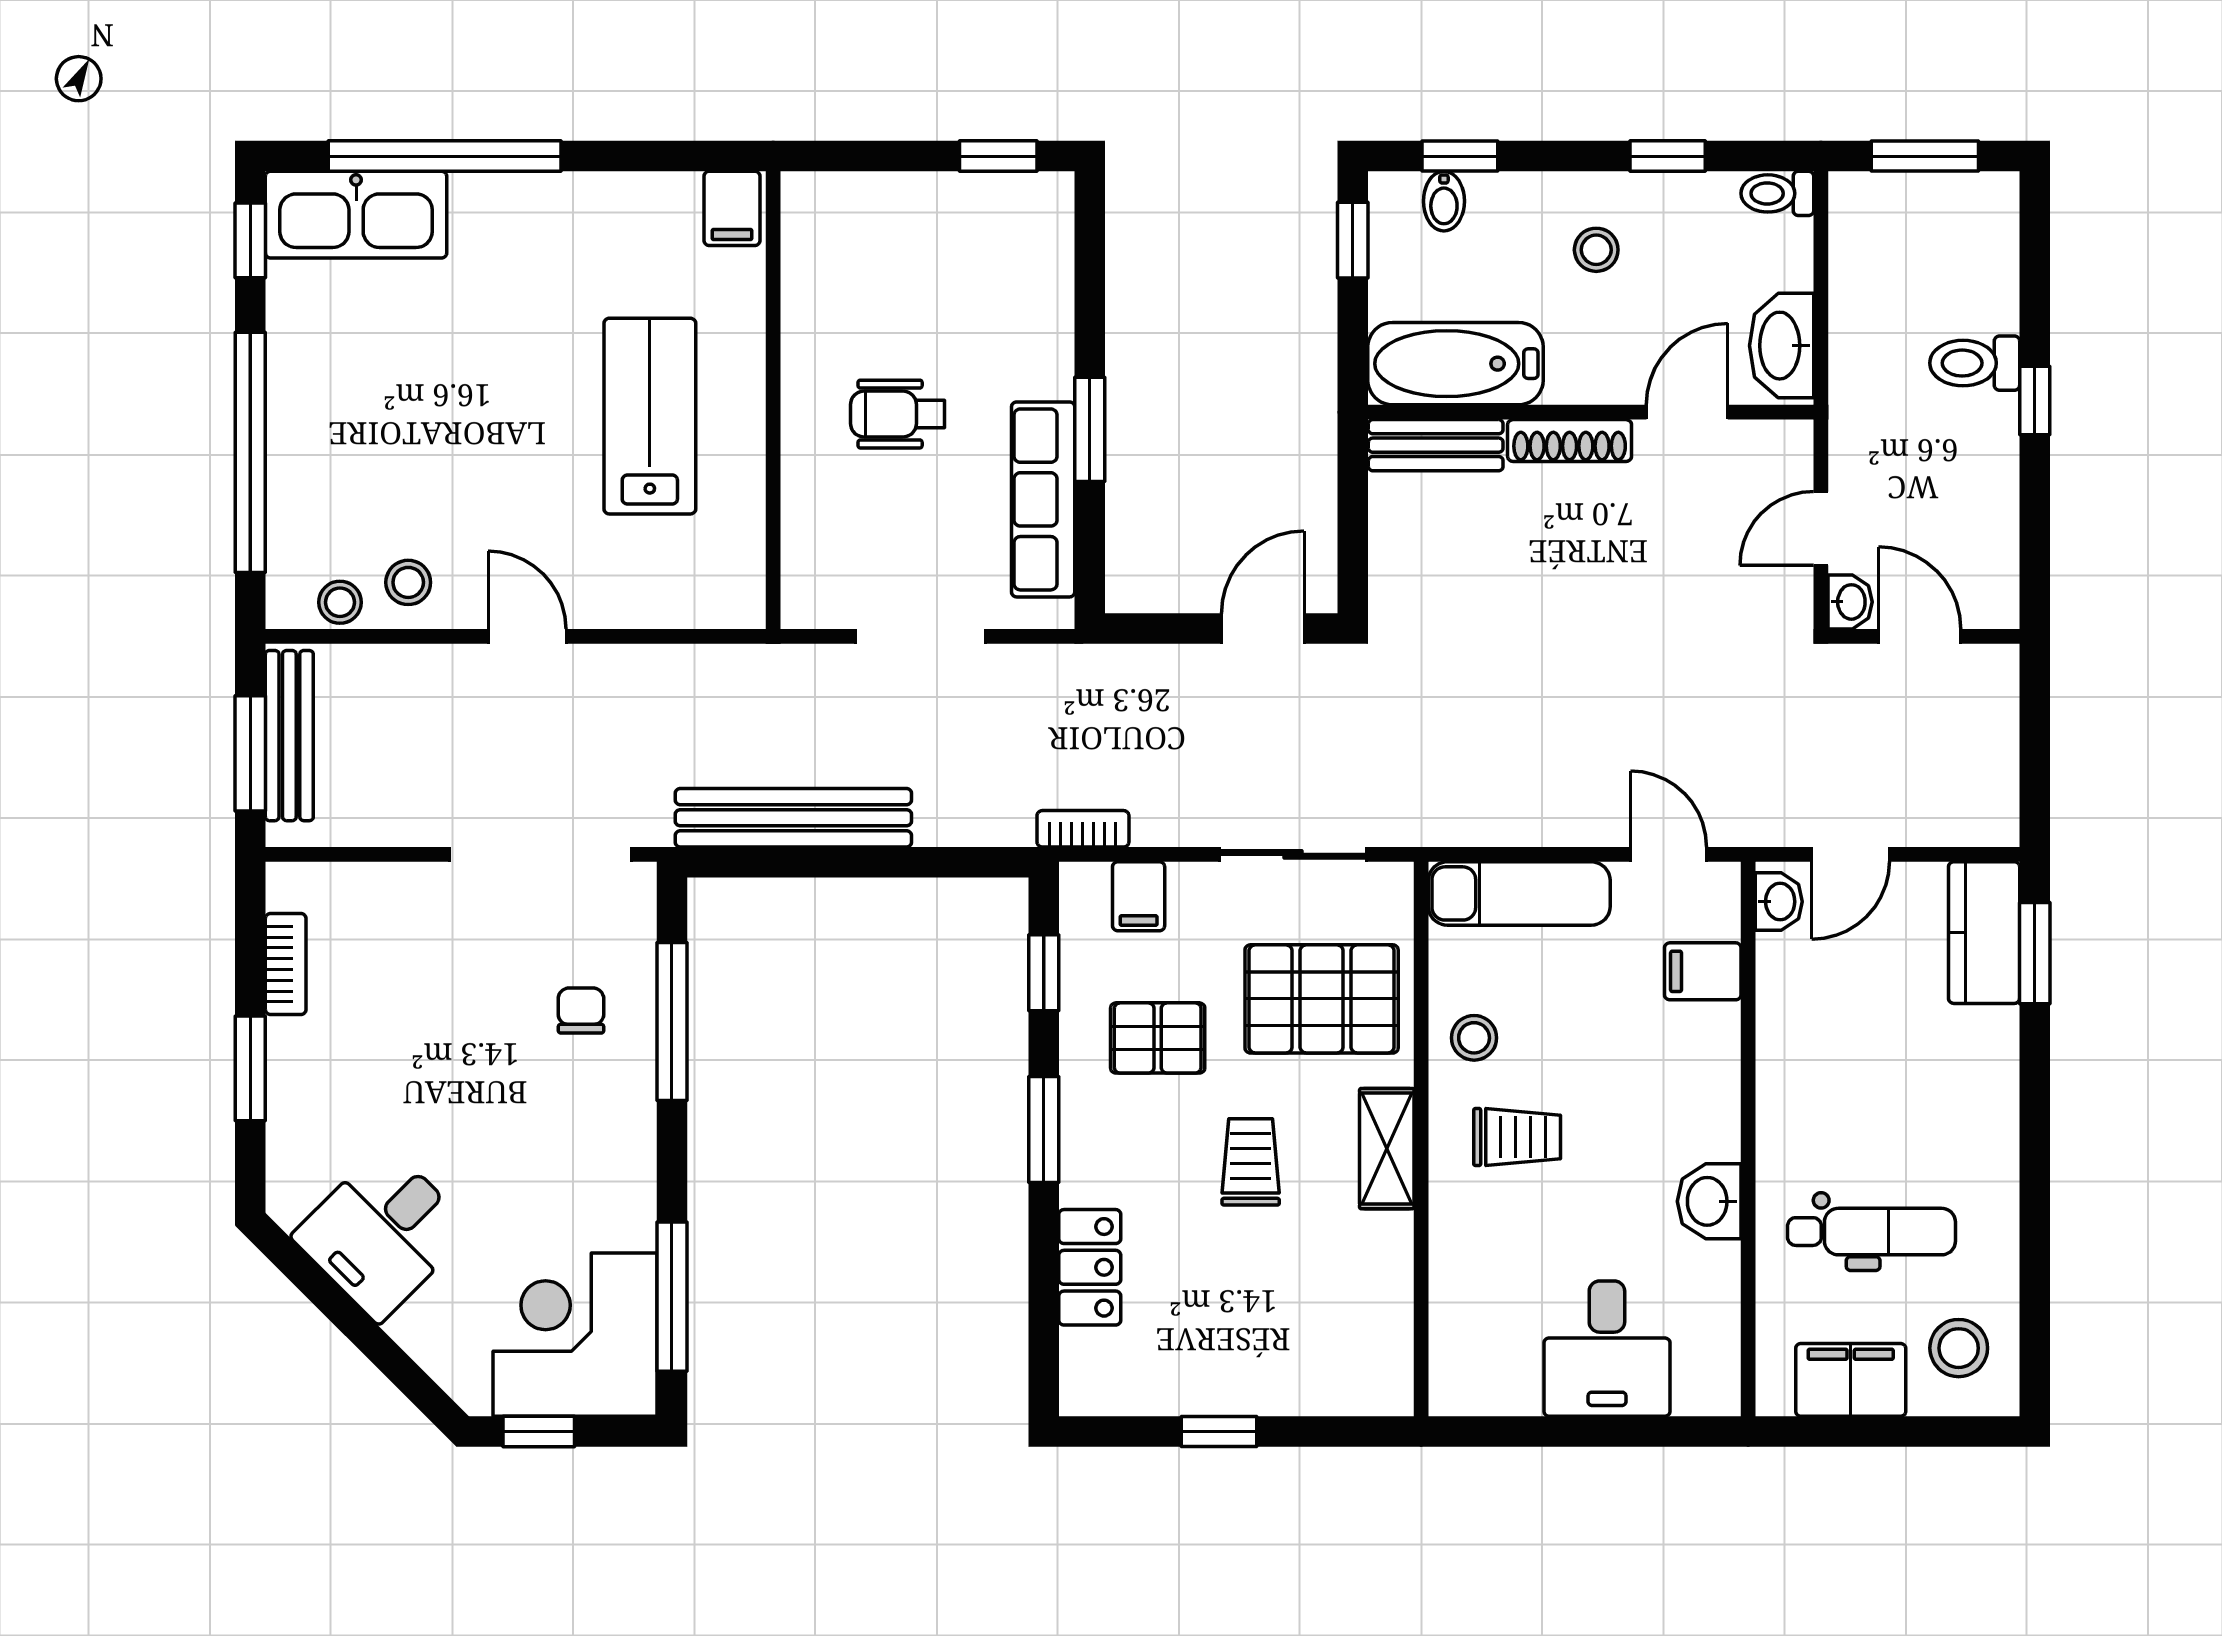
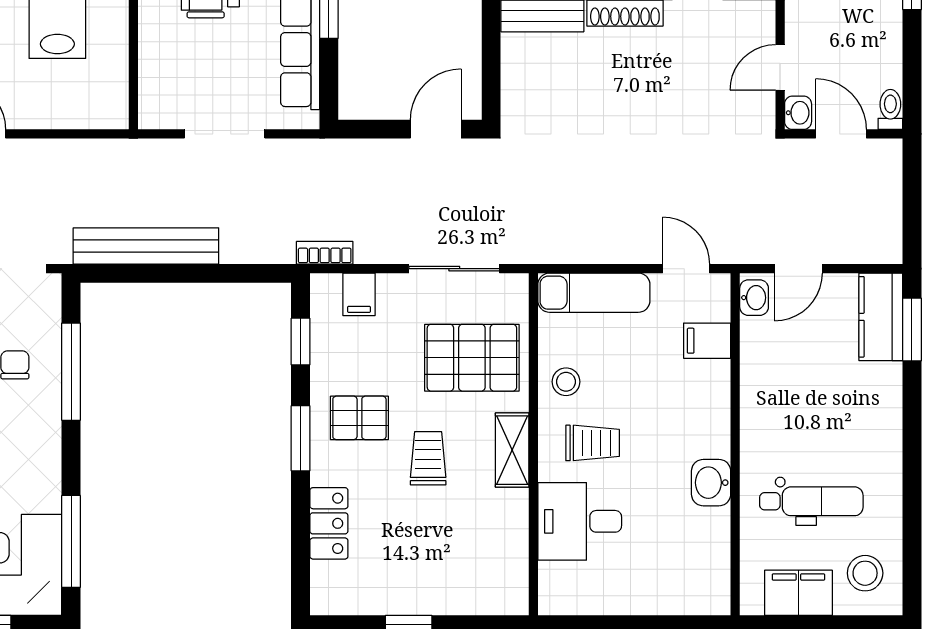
toilet: (2000, 597) -> (890, 109), added
pallet: (1158, 1038) -> (359, 418), moved
desk: (1607, 1349) -> (580, 521), moved, turned 90

